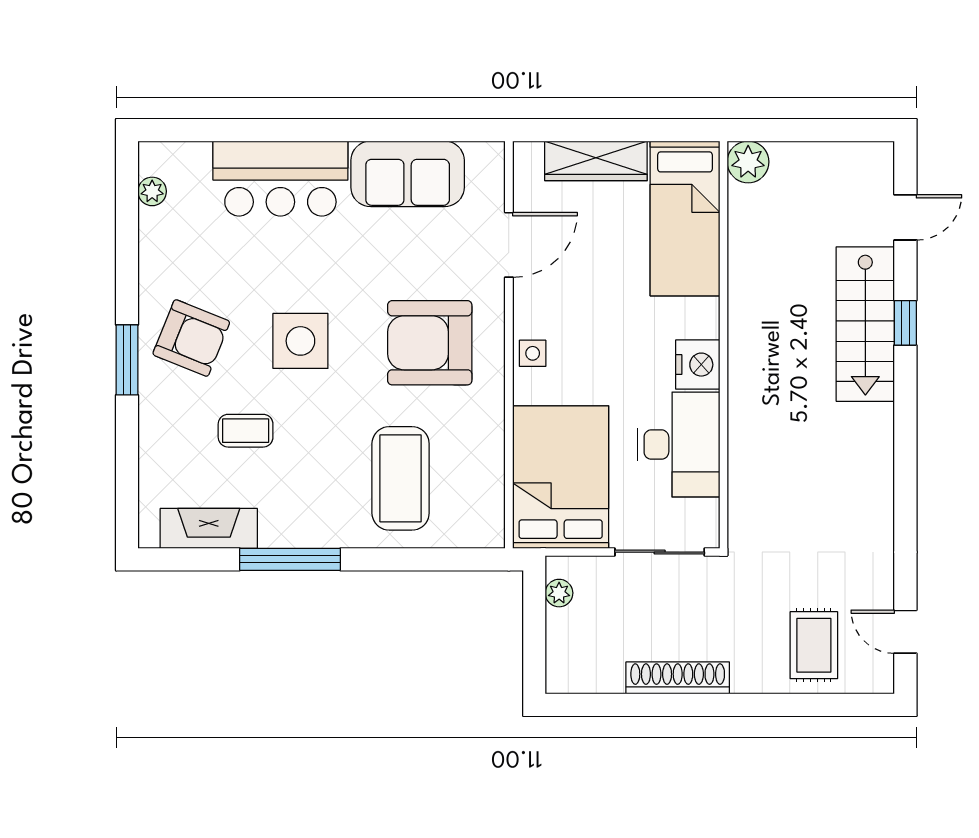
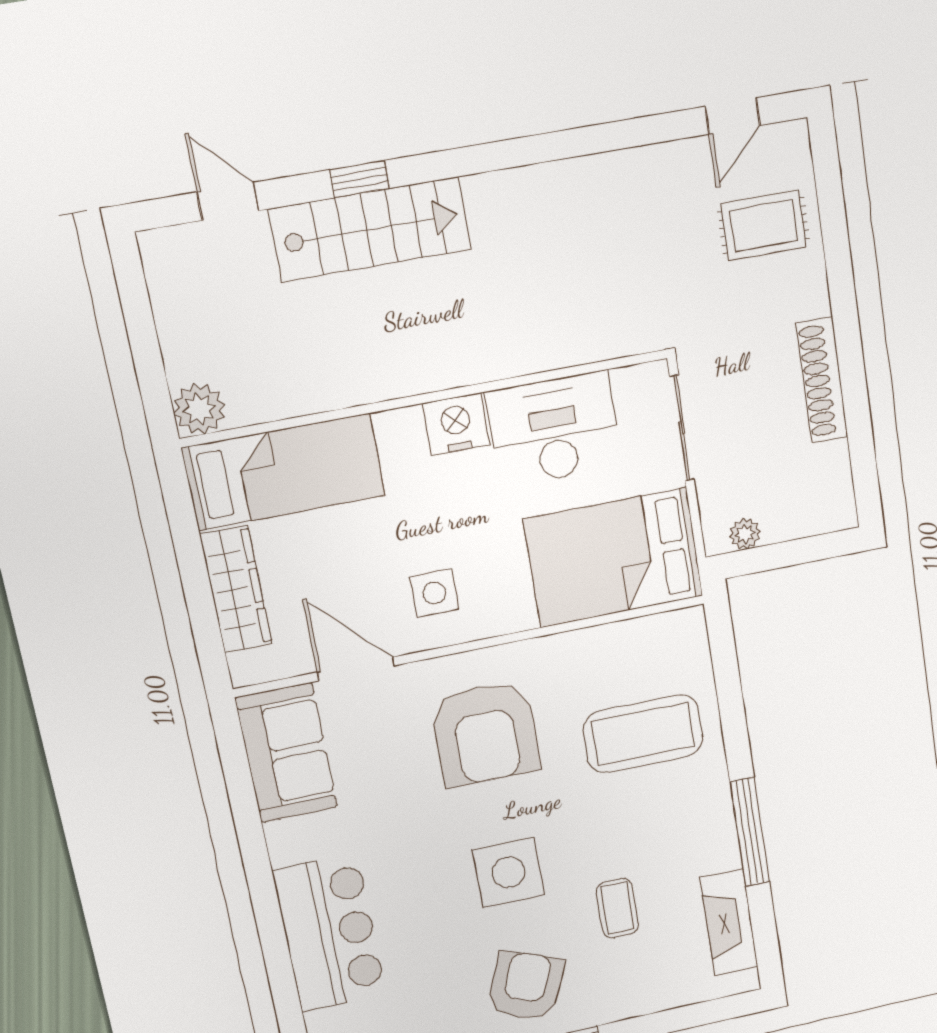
sofa: (408, 174) -> (286, 753), moved
side table: (533, 353) -> (434, 593), moved, width x1.37, depth x1.37

